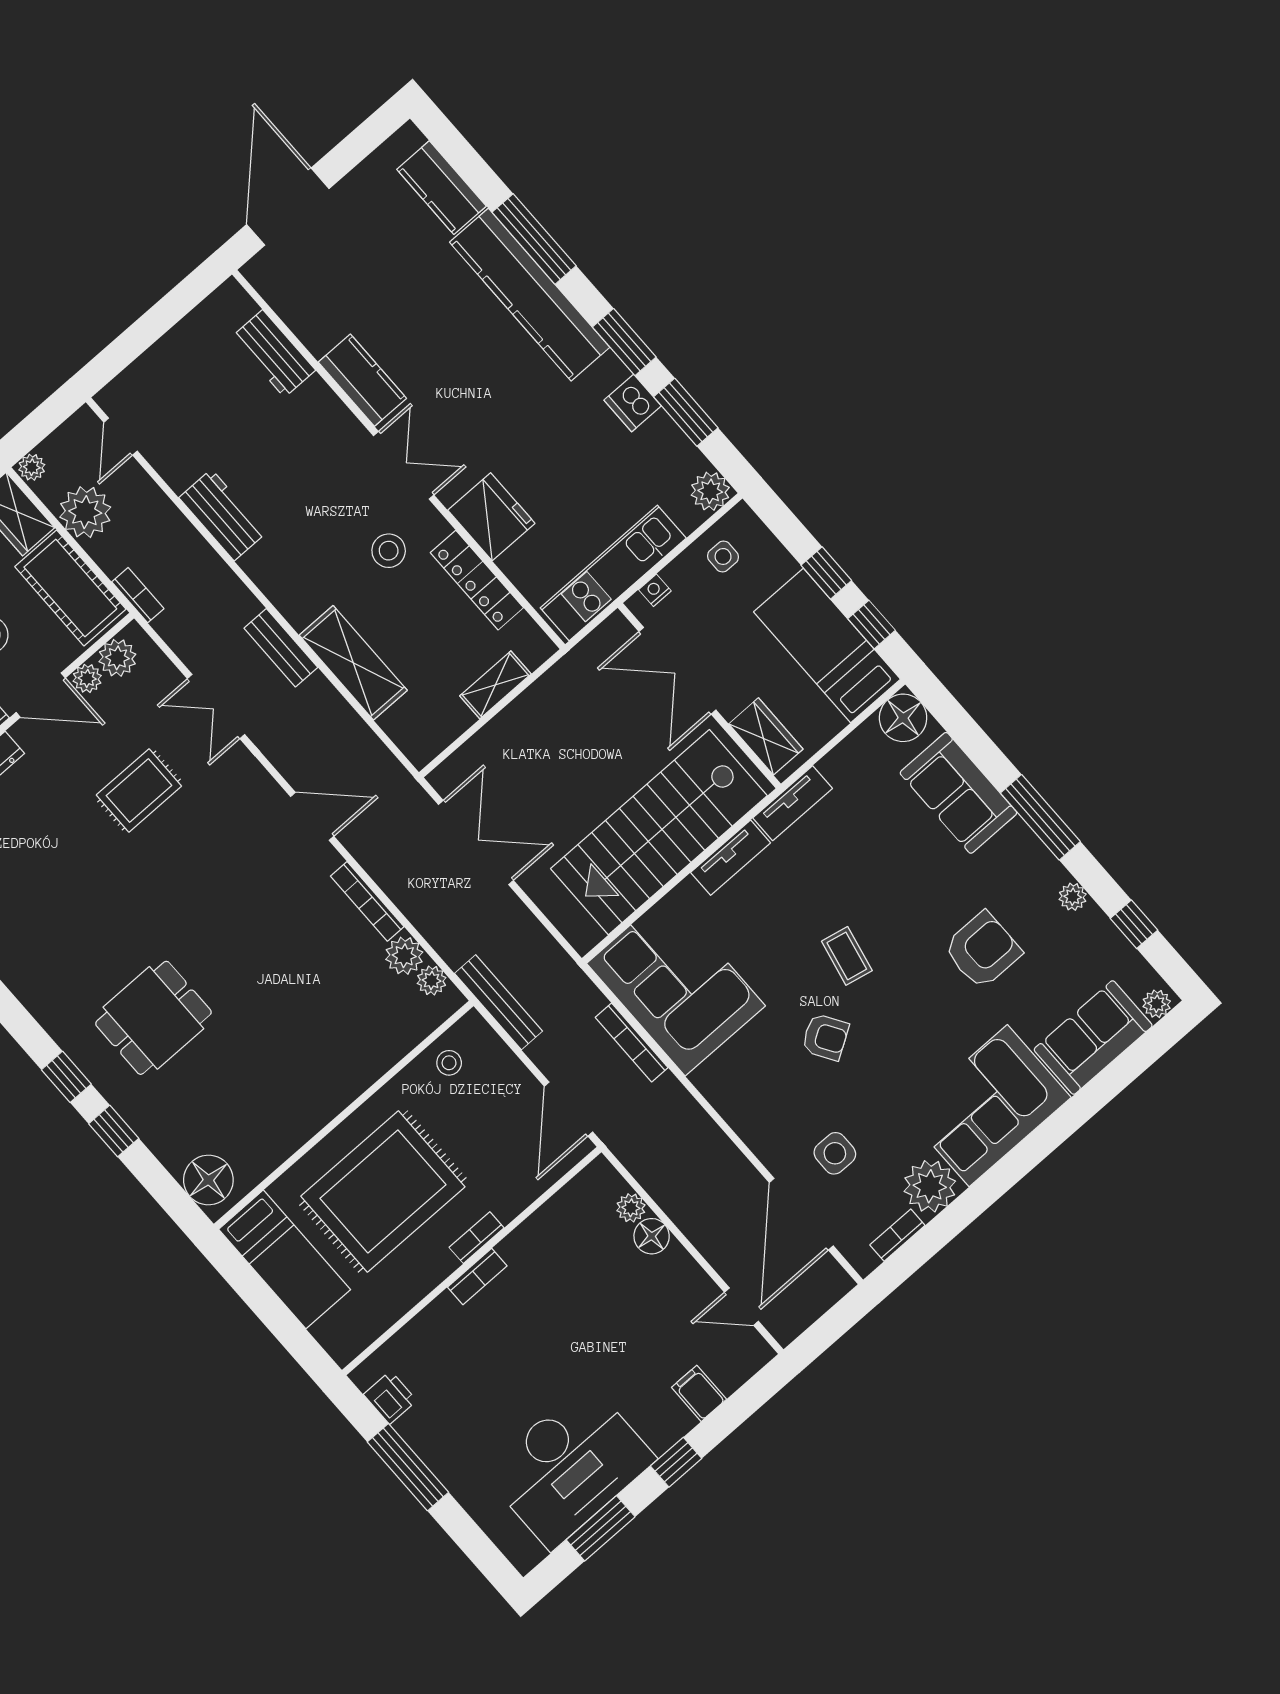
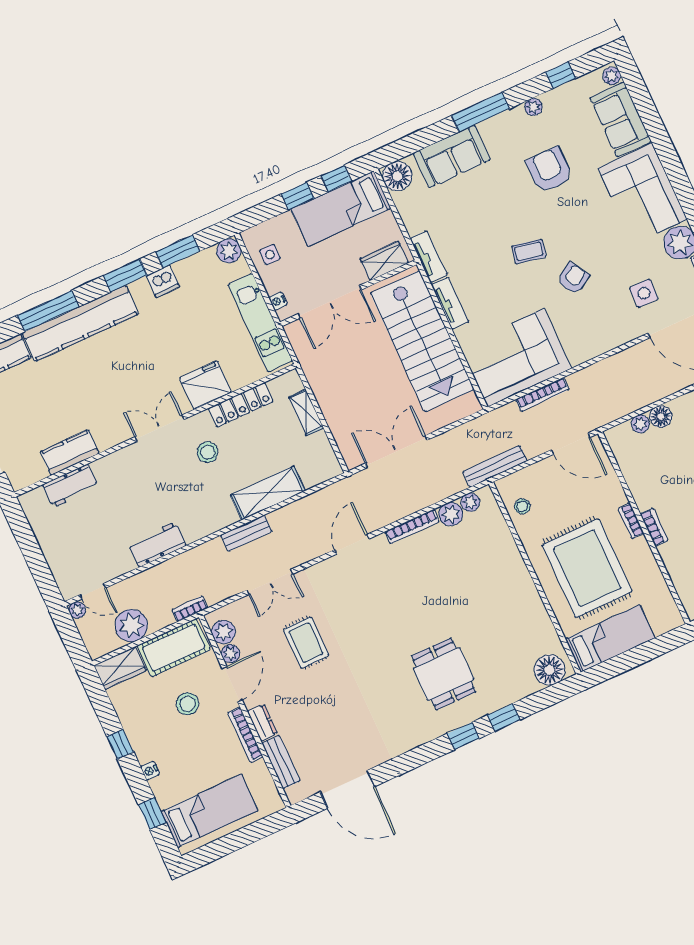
kitchen counter: (362, 380) -> (70, 452), moved
plant: (32, 467) -> (77, 610), moved

